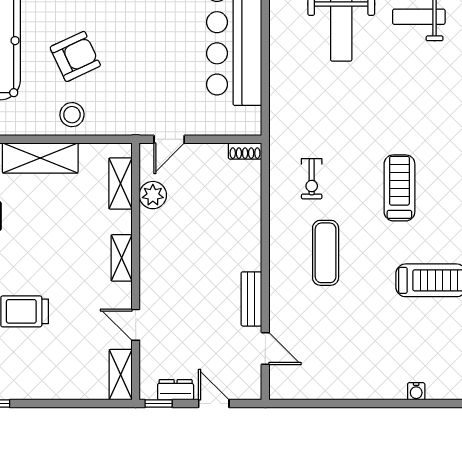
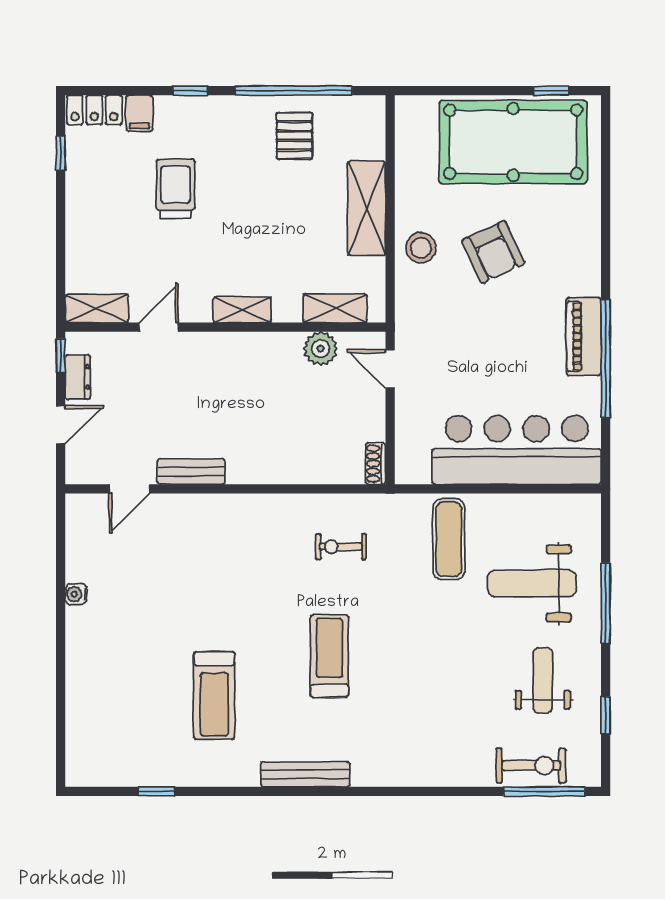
treadmill: (399, 188) -> (329, 656), turned -90
exercise mat: (326, 253) -> (449, 539), moved, turned 90
water cooler: (416, 391) -> (76, 594), moved

